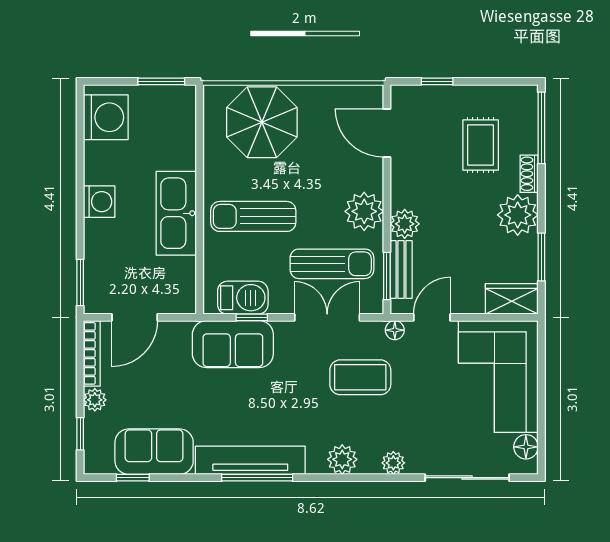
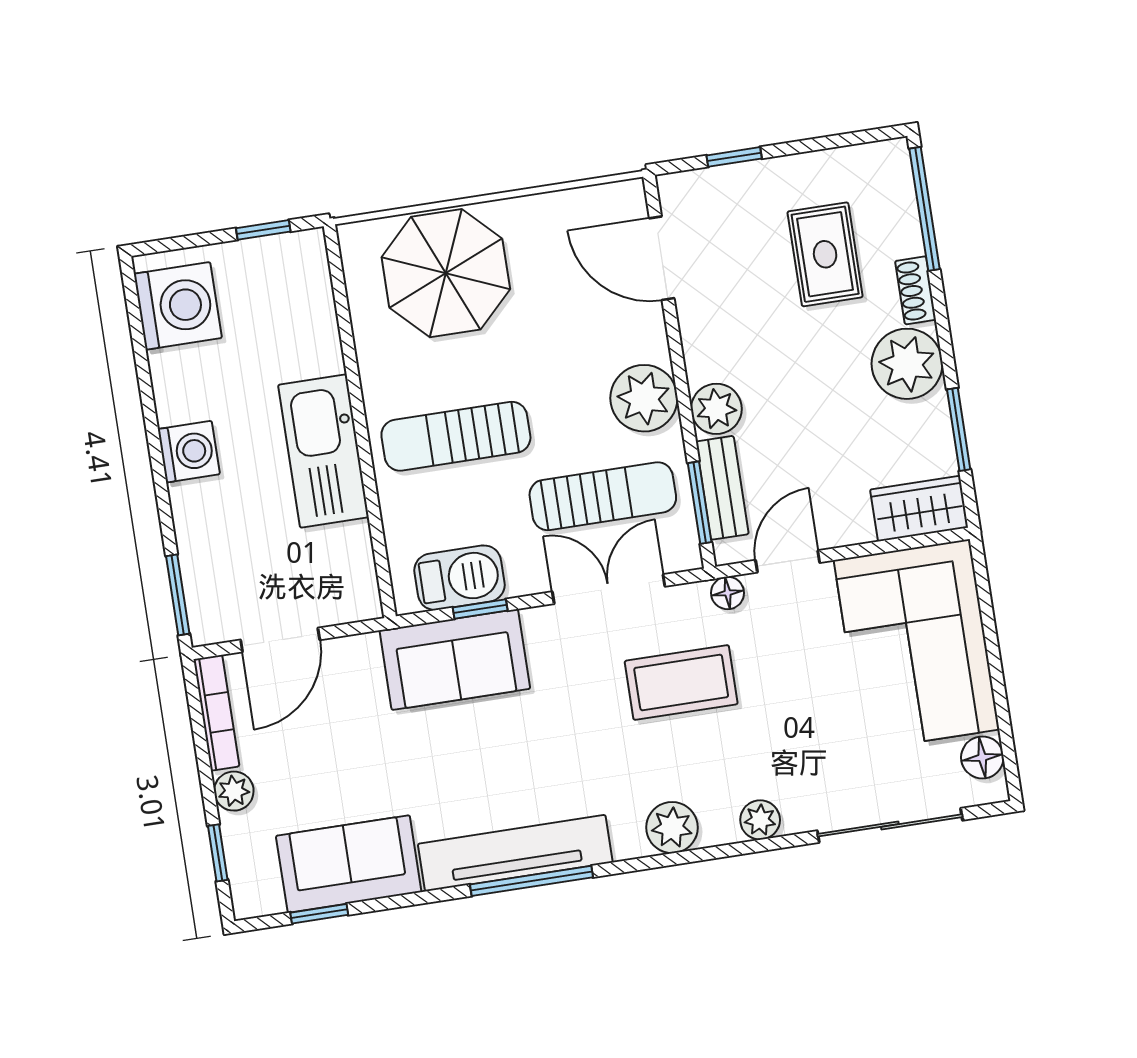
window: (161, 81) -> (263, 230), width x0.67

